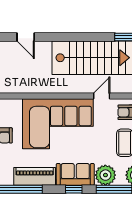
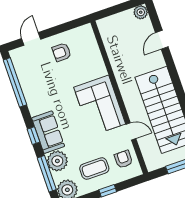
corner sofa: (58, 124) -> (100, 106), width x0.73, depth x0.74
piano: (35, 176) -> (33, 94), removed

